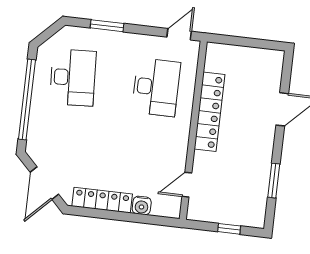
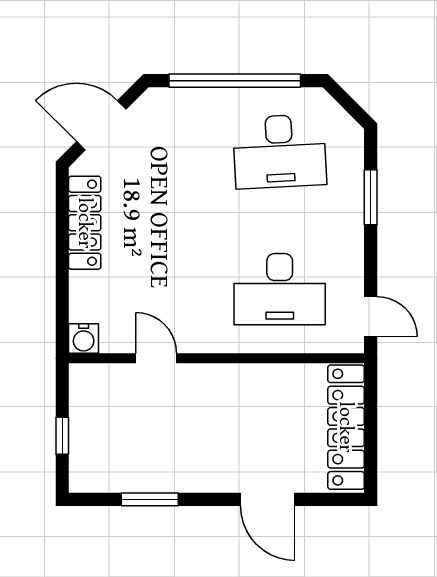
locker: (210, 112) -> (346, 427), moved, turned 90
door: (187, 185) -> (156, 358), moved
water cooler: (142, 206) -> (84, 339), moved, turned -90

